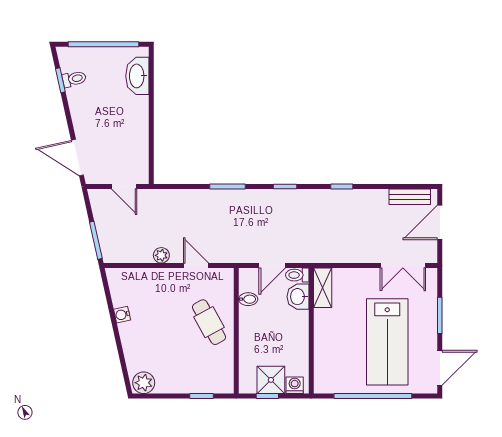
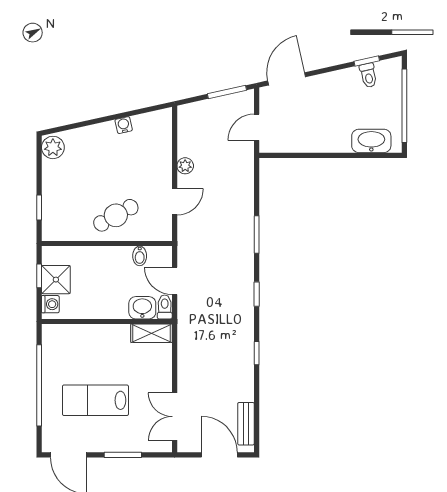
window: (96, 240) -> (227, 92), moved
lab bench: (387, 342) -> (95, 400), width x0.73, depth x0.72

